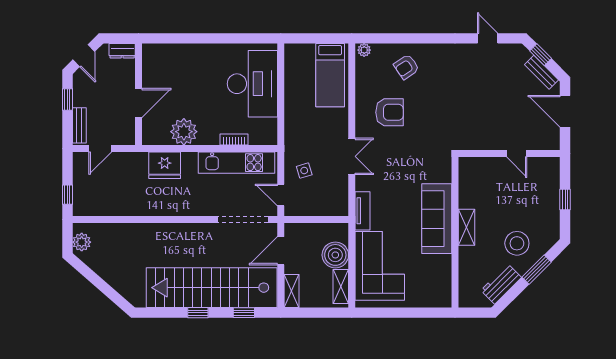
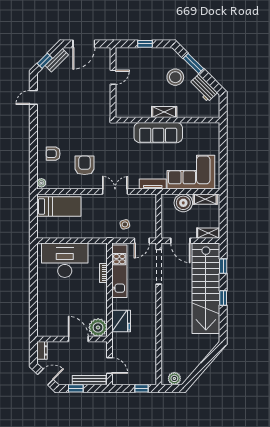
armchair: (406, 67) -> (53, 154), turned 124
bench: (79, 125) -> (89, 380), width x1.36
plant: (184, 132) -> (98, 328), moved

